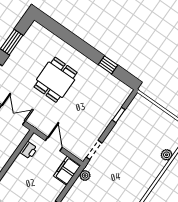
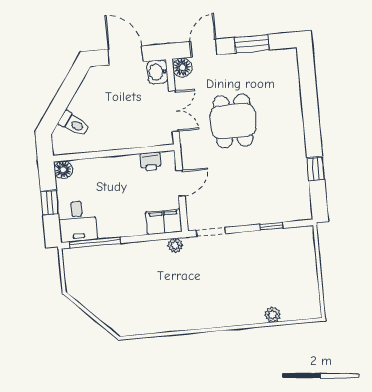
dining table: (56, 80) -> (233, 121), moved, turned 90

